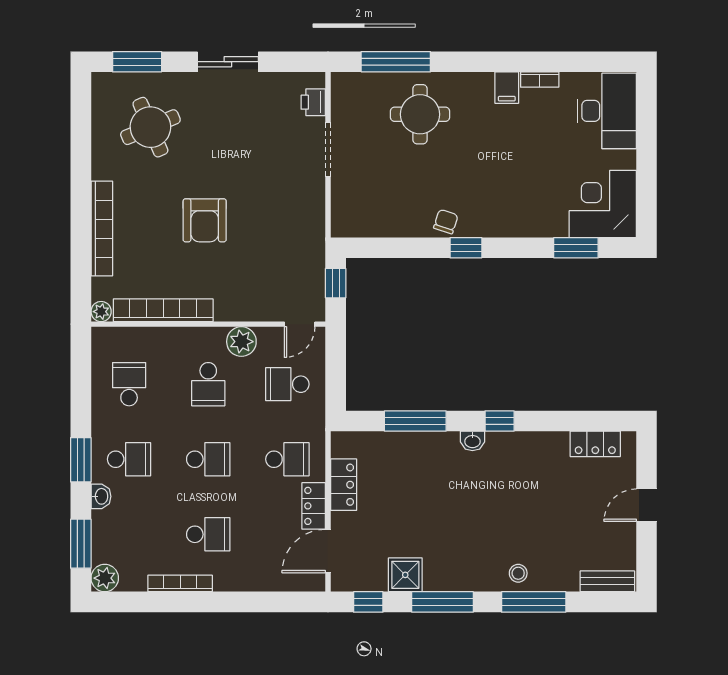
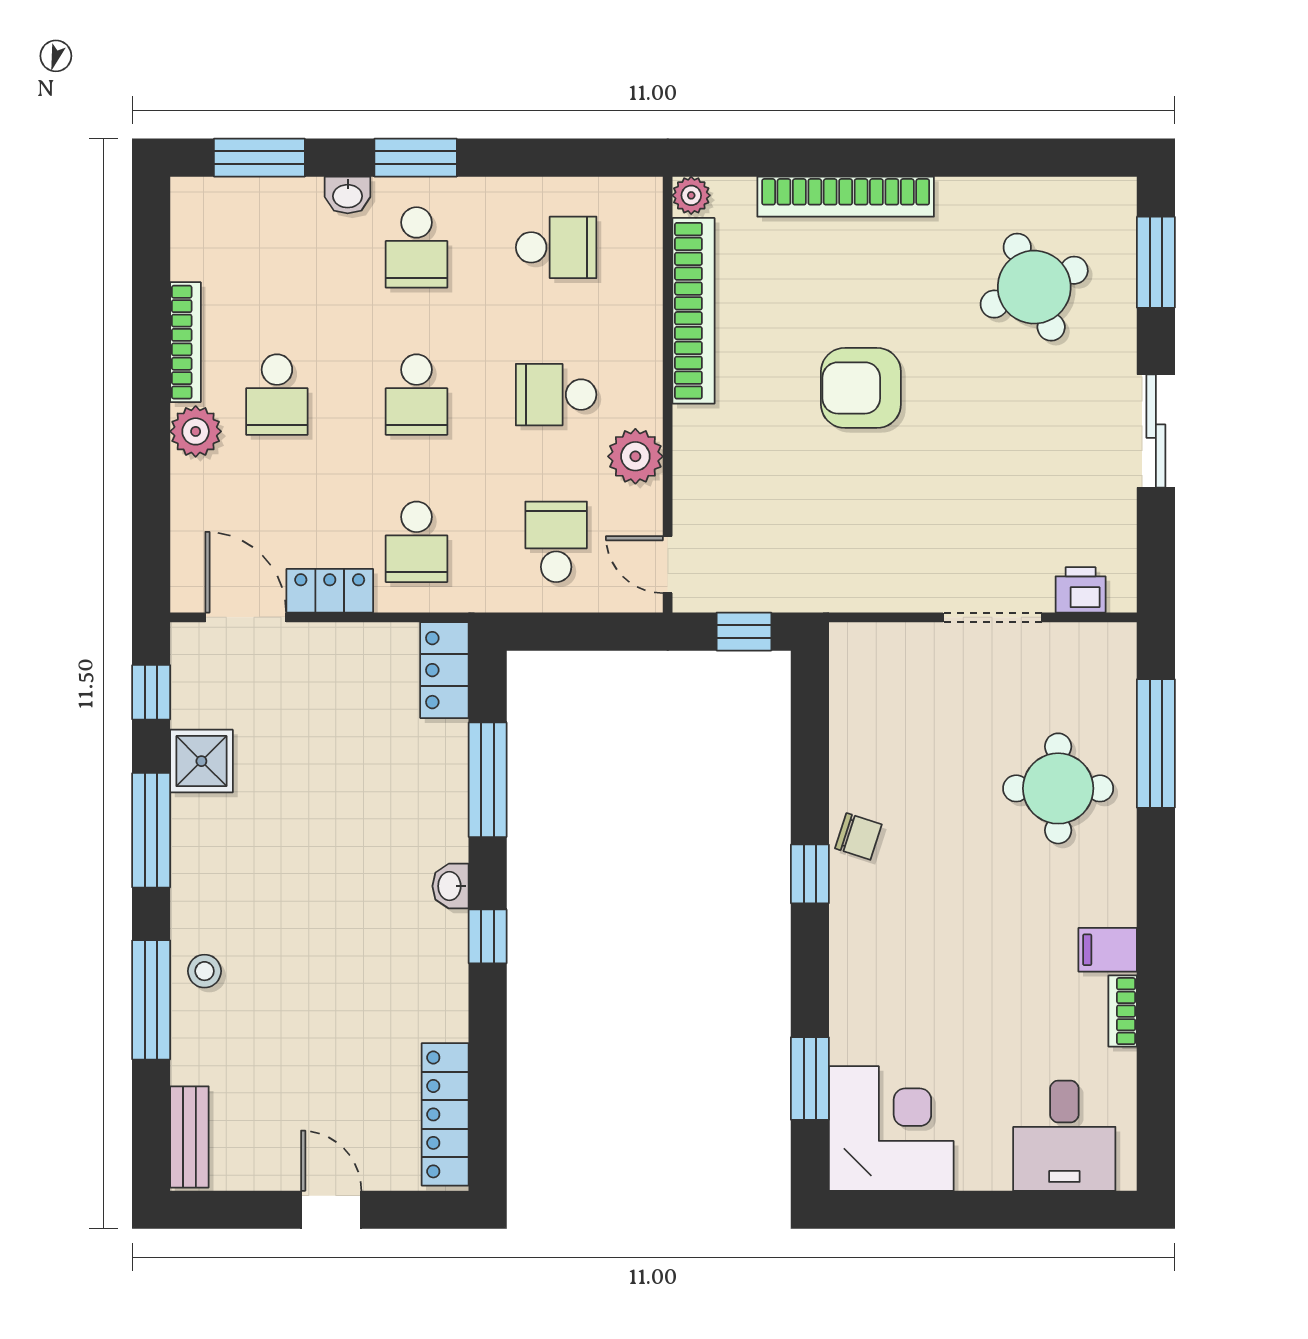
desk: (607, 111) -> (1064, 1136), width x0.73
locker: (595, 444) -> (445, 1114), width x1.53
locker: (344, 485) -> (444, 670), moved, turned 90
plant: (105, 578) -> (196, 431), moved

